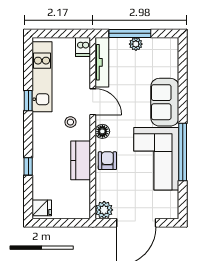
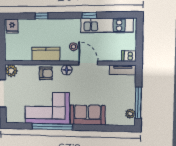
window: (130, 33) -> (138, 103), moved
plant: (136, 44) -> (130, 114), moved
tv unit: (102, 62) -> (123, 70), width x0.71
door: (93, 102) -> (88, 63), swing flipped

